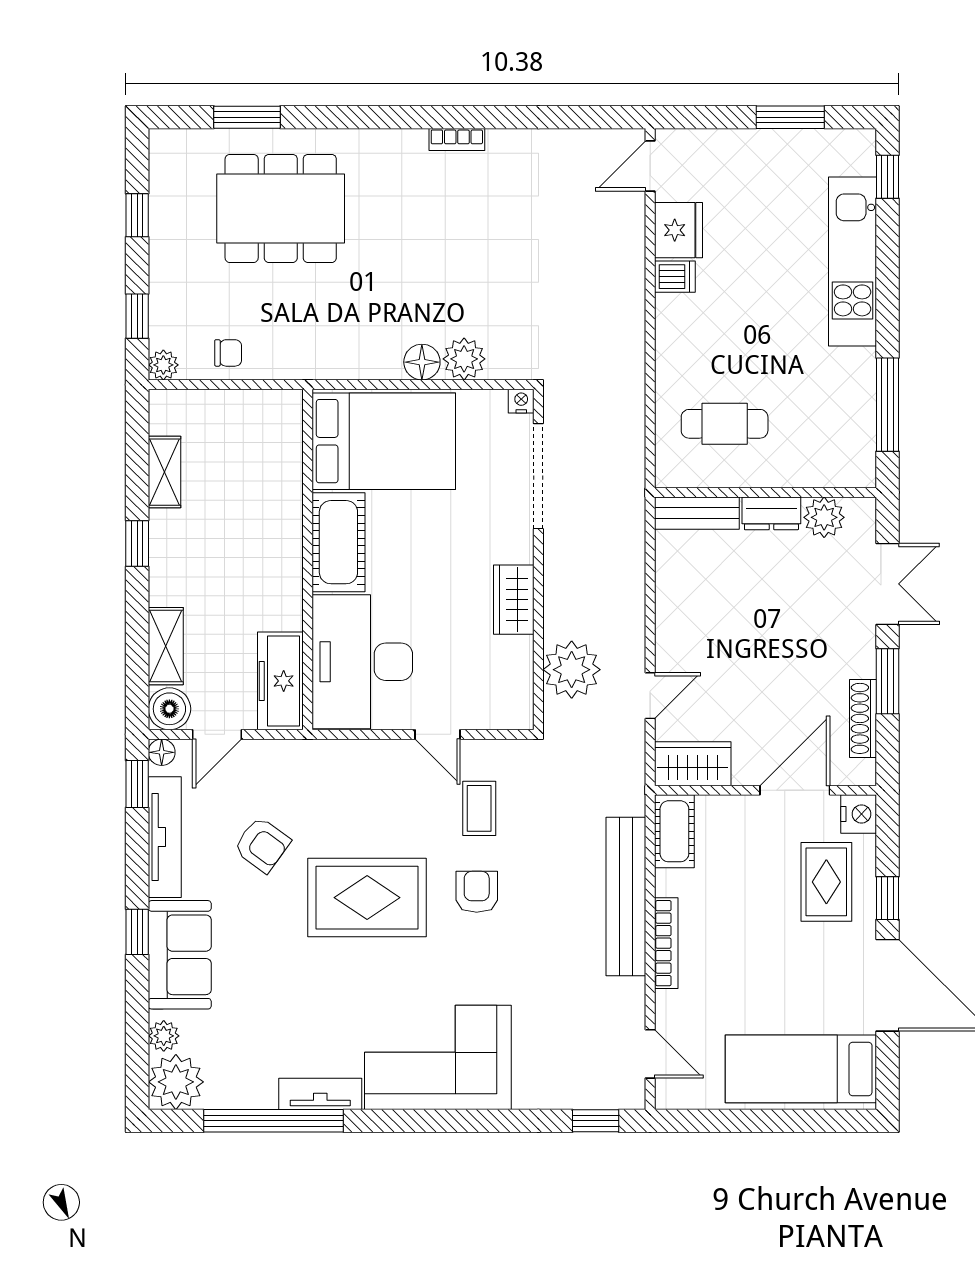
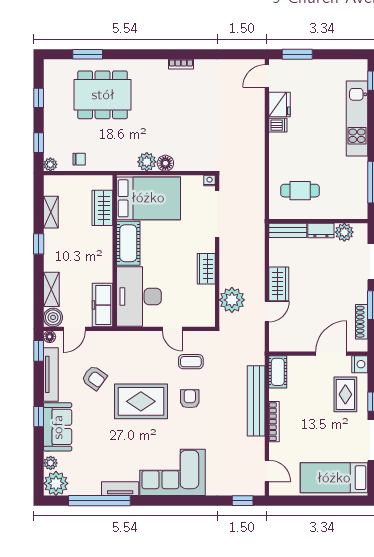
window: (790, 117) -> (297, 54), moved
plant: (464, 359) -> (147, 162), moved
wardrobe: (280, 463) -> (102, 208), added
wardrobe: (693, 764) -> (279, 284), moved, turned 90
coffee table: (479, 808) -> (191, 362), turned 90

